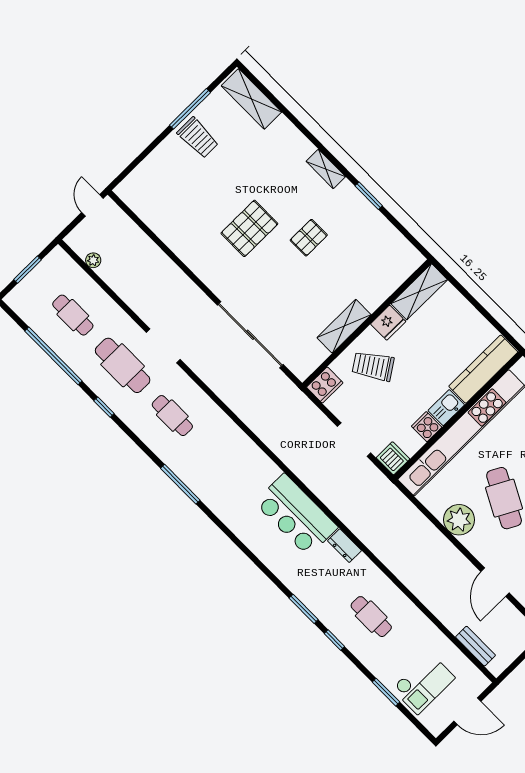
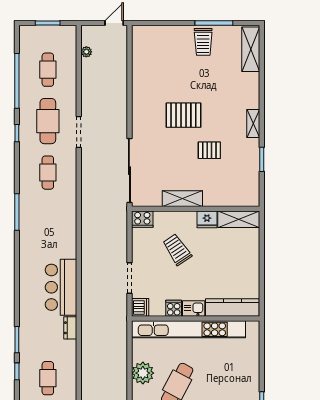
shelving: (419, 292) -> (239, 219), moved
wall: (367, 323) -> (196, 209), moved
fridge: (388, 323) -> (207, 219), moved
shelving: (344, 326) -> (182, 199), moved
cooker: (325, 385) -> (142, 219), moved

